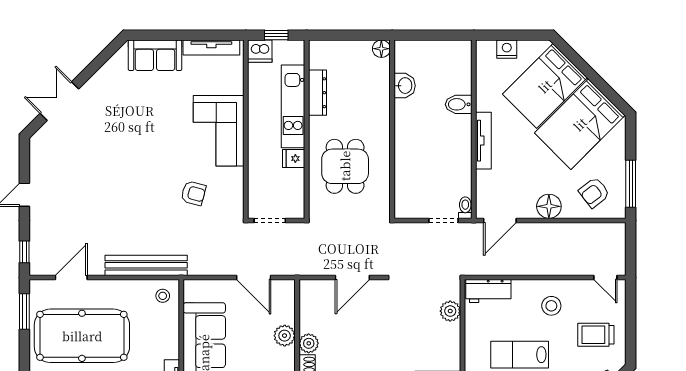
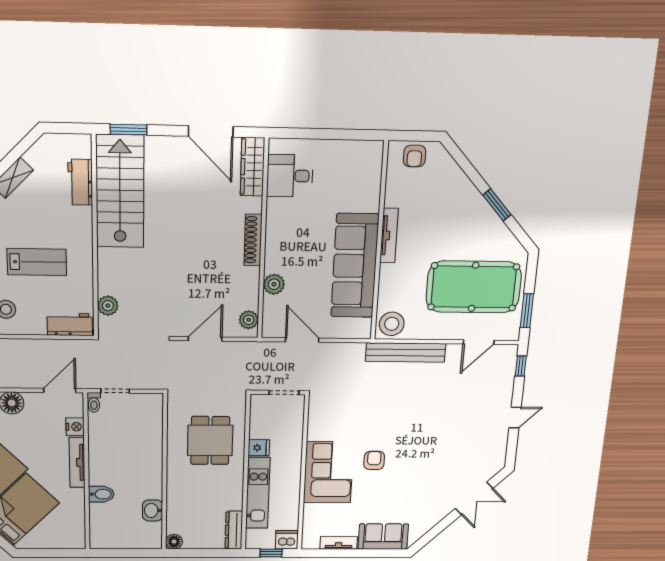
tv unit: (211, 48) -> (339, 543), width x0.71
nightstand: (507, 49) -> (75, 427), moved, turned -90
dresser: (317, 93) -> (234, 530), moved
armchair: (193, 193) -> (374, 460), moved, turned 75
stool: (163, 296) -> (392, 324), width x1.89, depth x1.89
plant: (309, 343) -> (249, 320), moved

